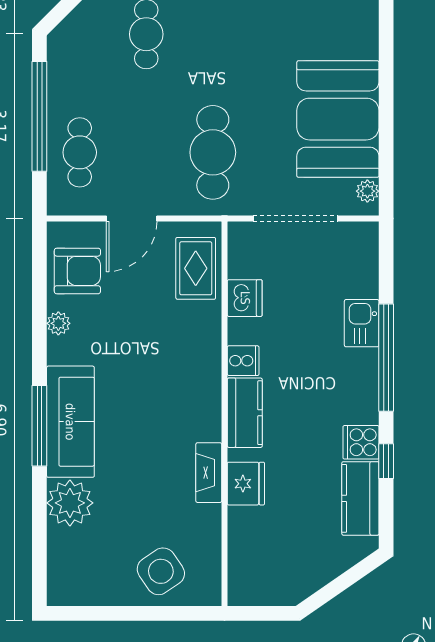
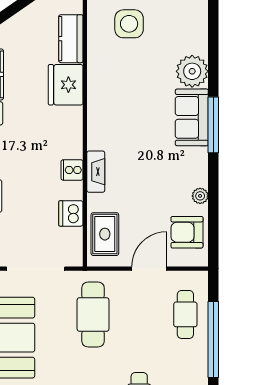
kitchen counter: (245, 413) -> (71, 39), moved
sofa: (70, 422) -> (192, 117), width x0.73
fireplace: (209, 473) -> (96, 172), moved
fridge: (246, 484) -> (66, 85), width x1.36, depth x1.34
side table: (161, 571) -> (129, 24), turned 34

